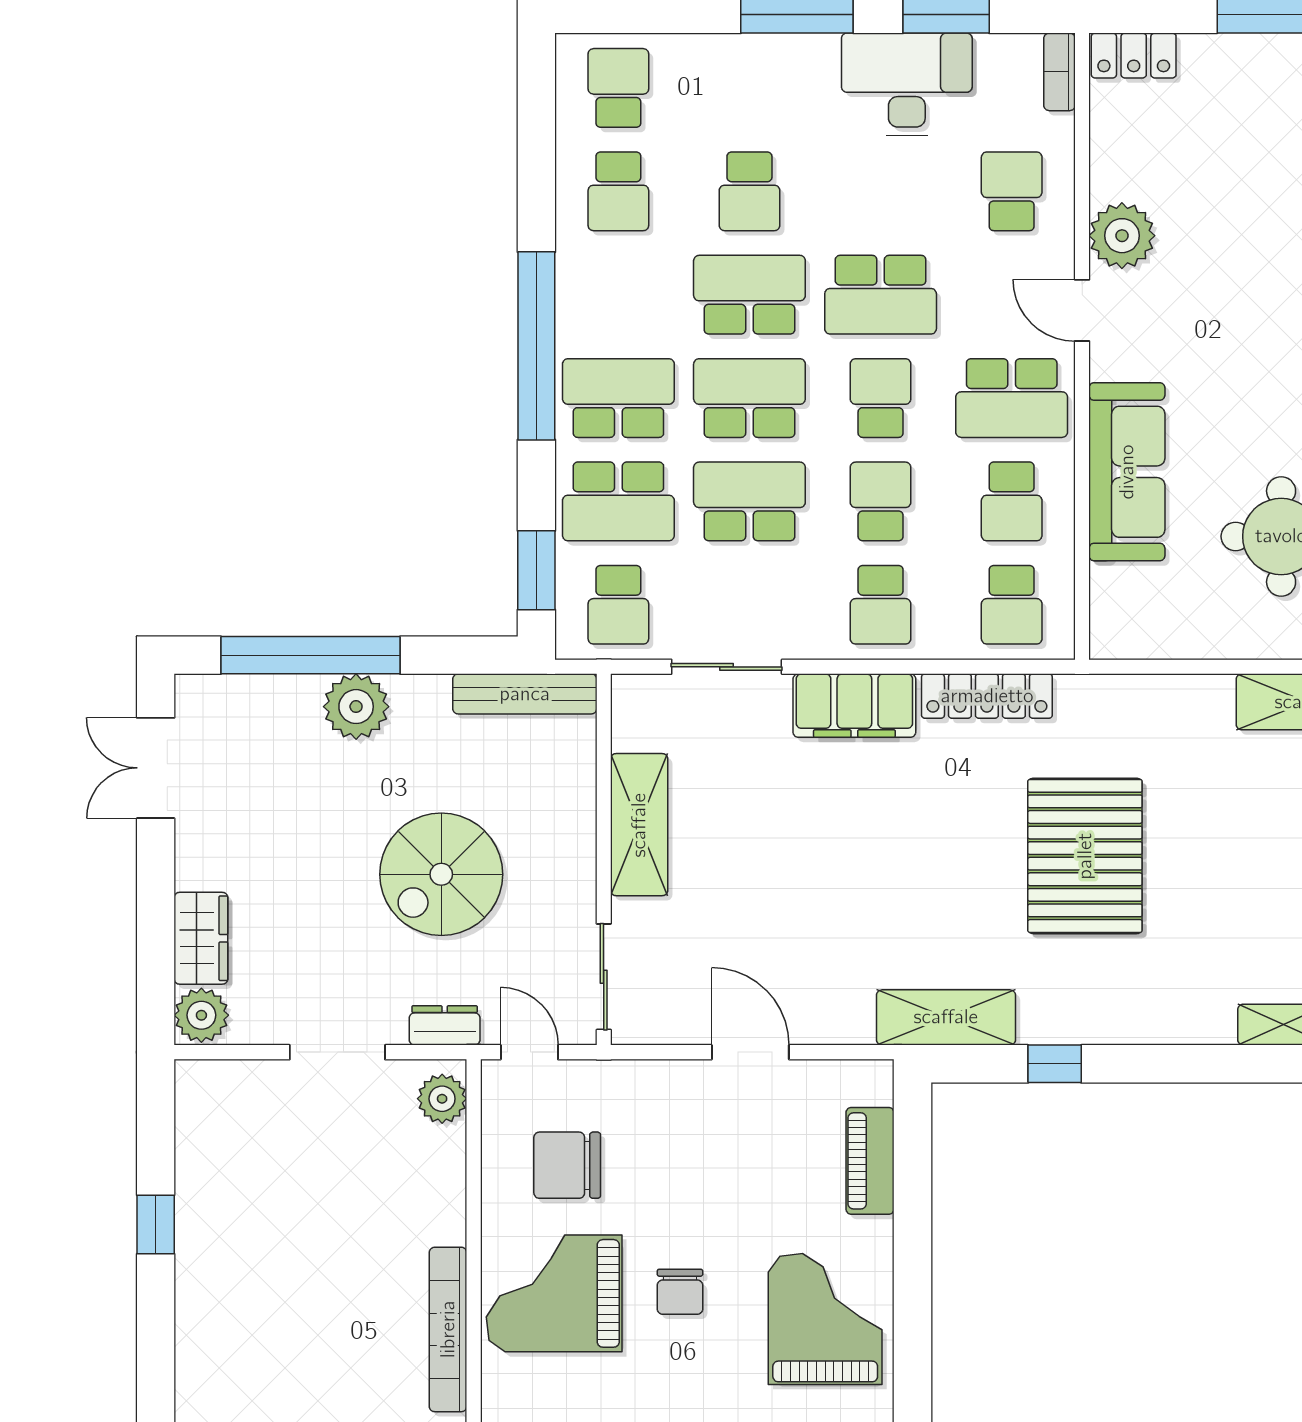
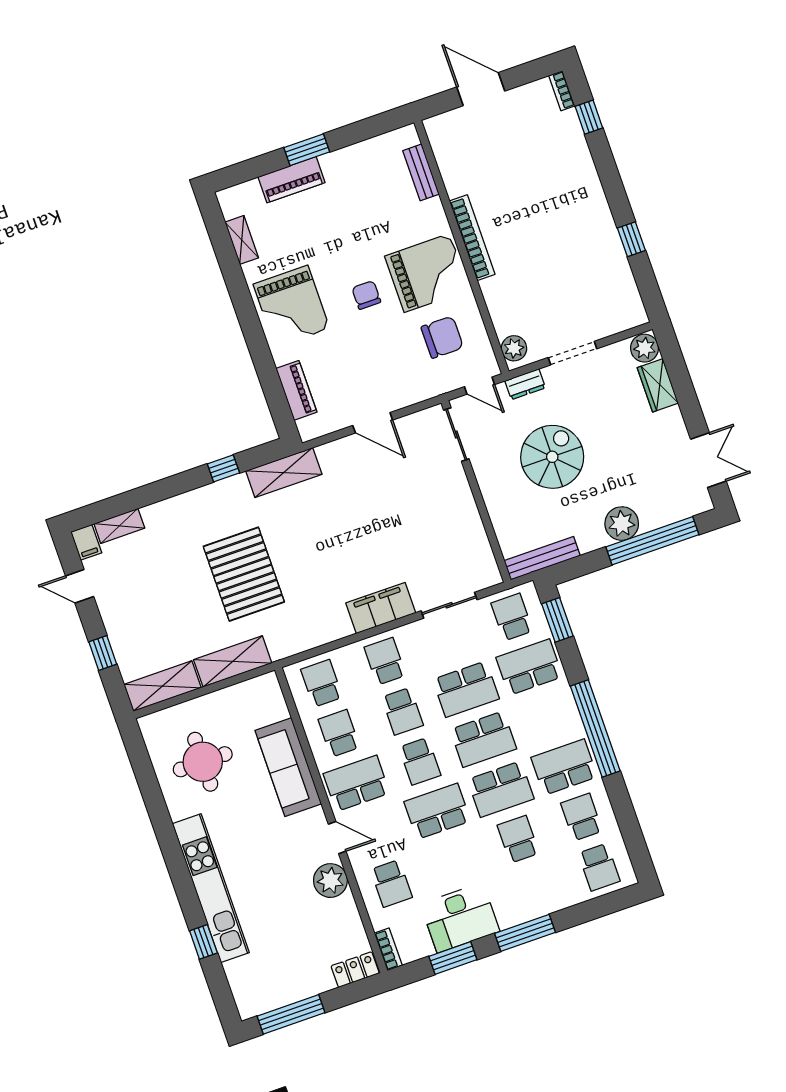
school desk: (618, 398) -> (564, 767), moved, turned 180
locker: (987, 696) -> (318, 635), removed
shelving: (639, 825) -> (233, 661), moved, turned 90

